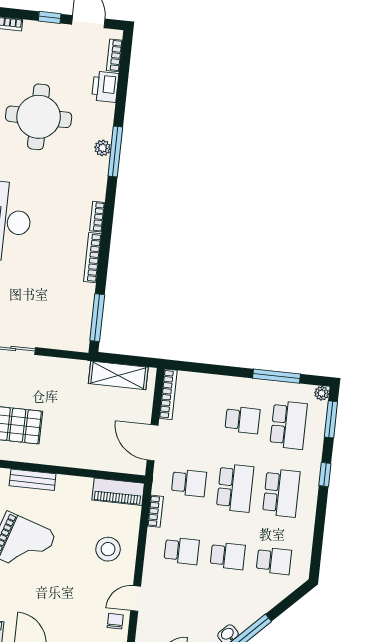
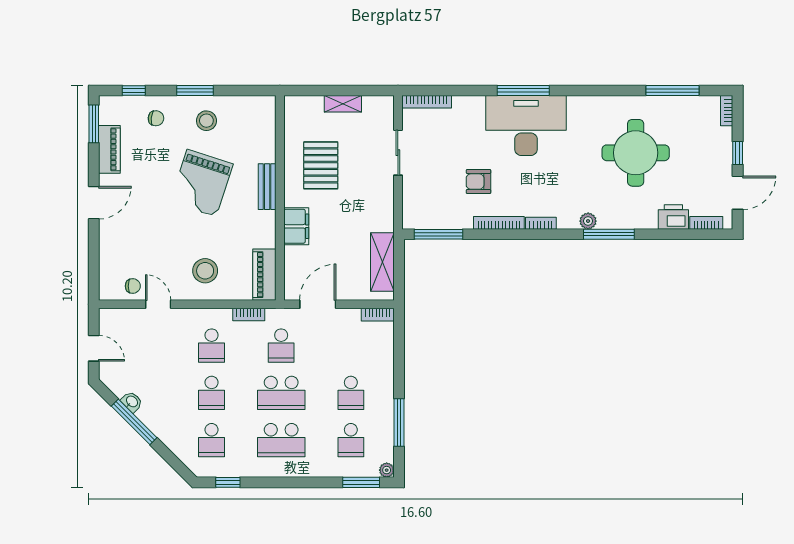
plant: (103, 148) -> (588, 221), moved
armchair: (50, 273) -> (478, 182), added
bookcase: (168, 394) -> (378, 315), width x0.64
school desk: (289, 425) -> (351, 440), width x0.54
filing cabinet: (74, 456) -> (296, 226), added
window: (325, 475) -> (228, 482), moved

